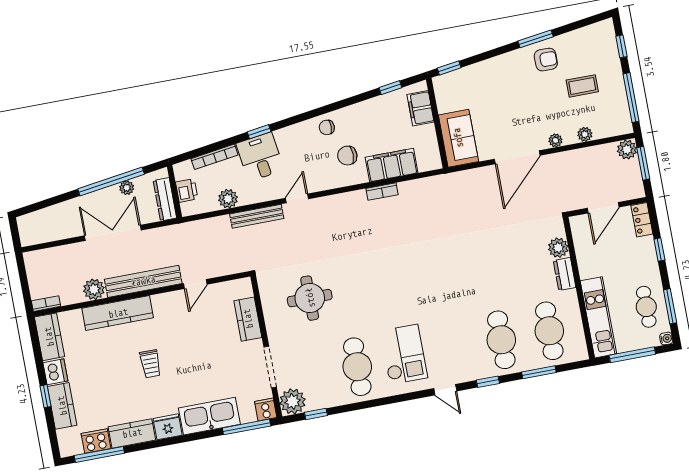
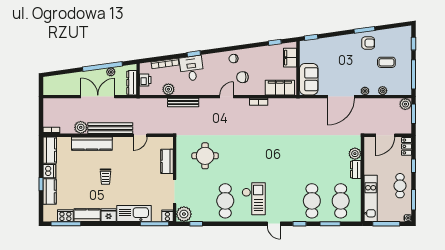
filing cabinet: (392, 165) -> (280, 88), moved
door: (297, 198) -> (227, 97), moved
cafe table: (646, 307) -> (400, 186), moved

